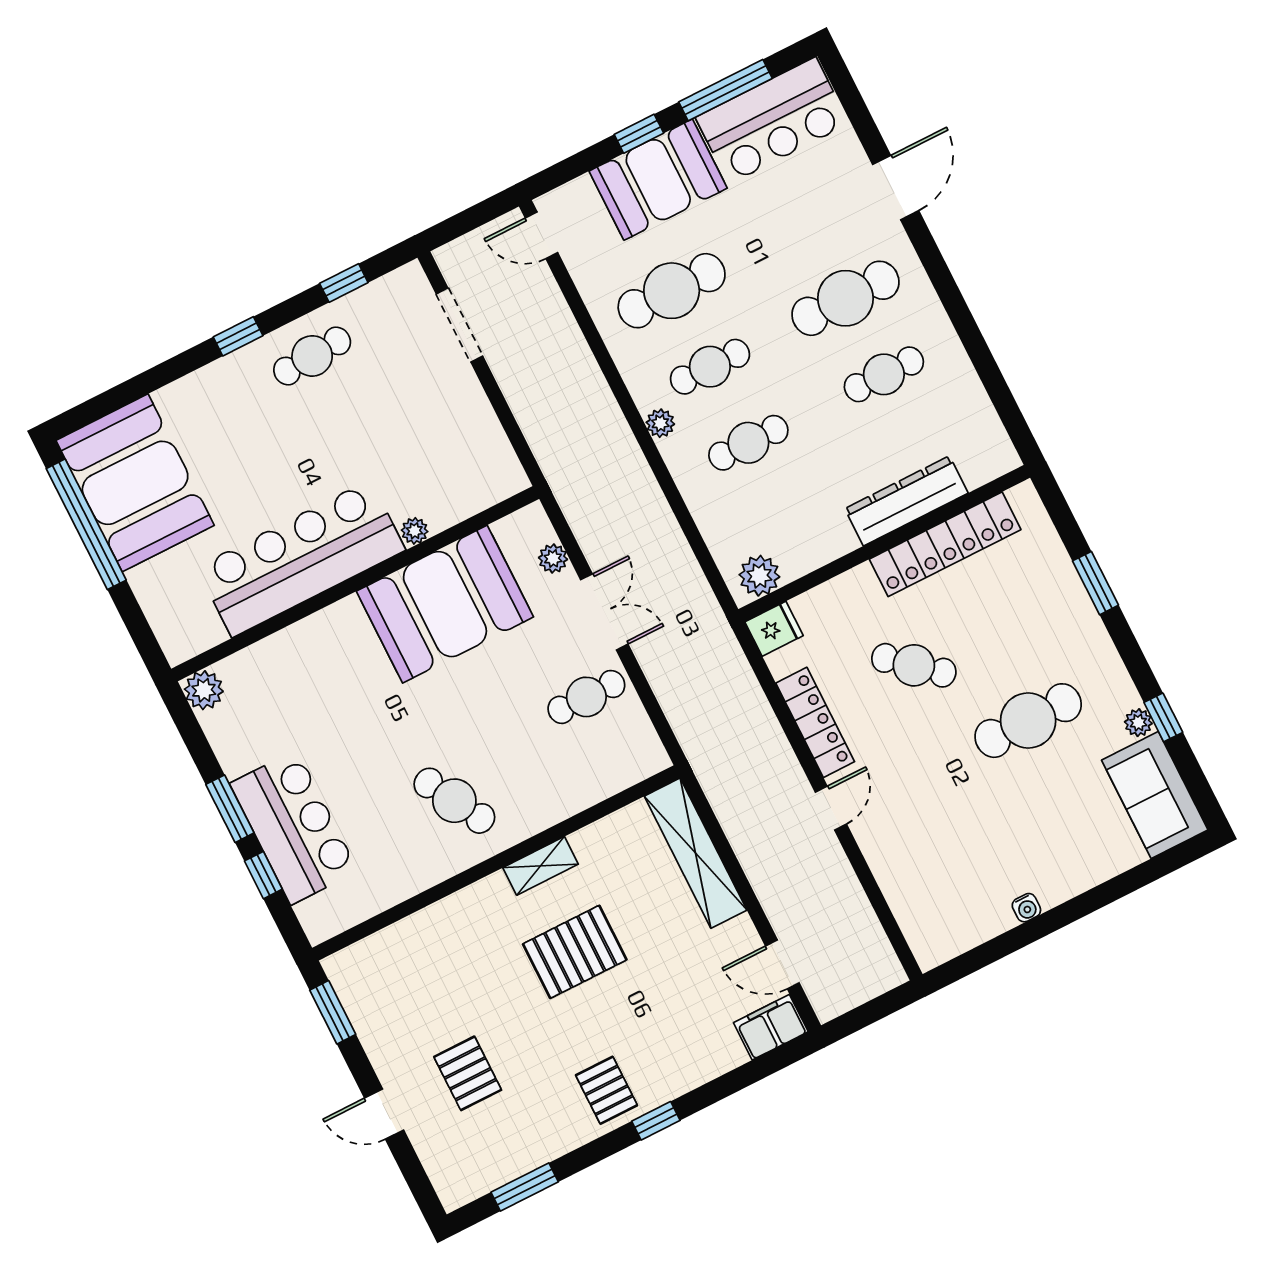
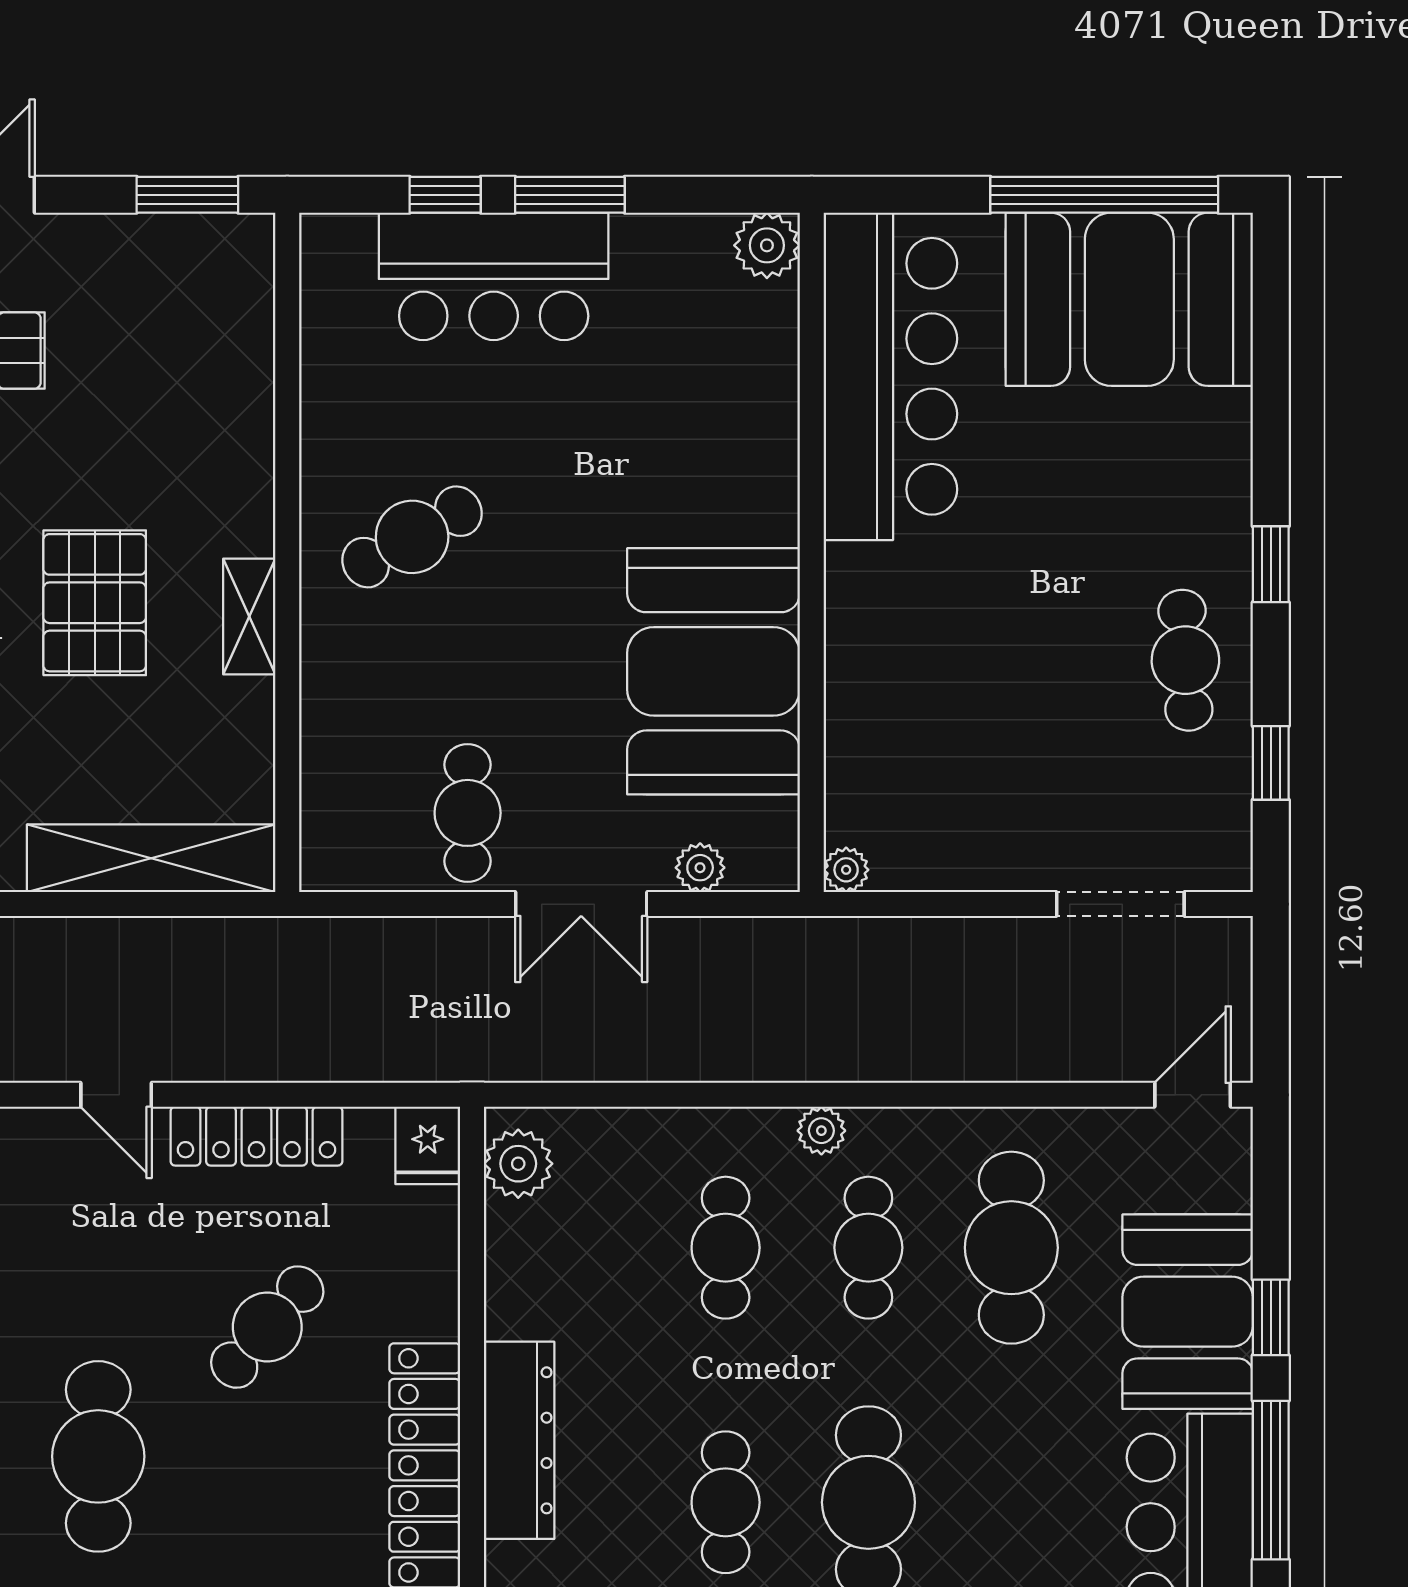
plant: (415, 531) -> (846, 870), moved
bar counter: (301, 559) -> (890, 376), moved

